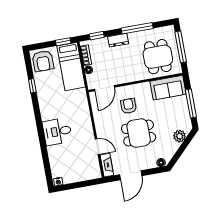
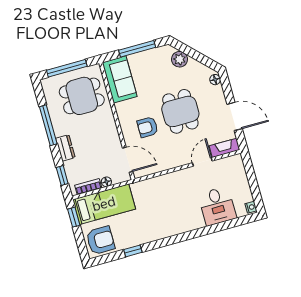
desk: (57, 132) -> (217, 206), moved

